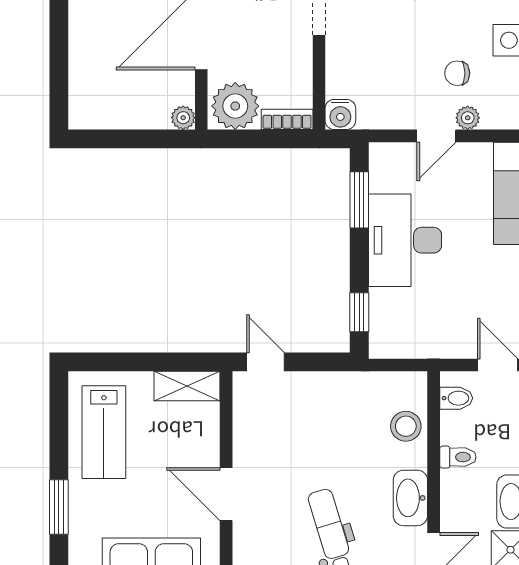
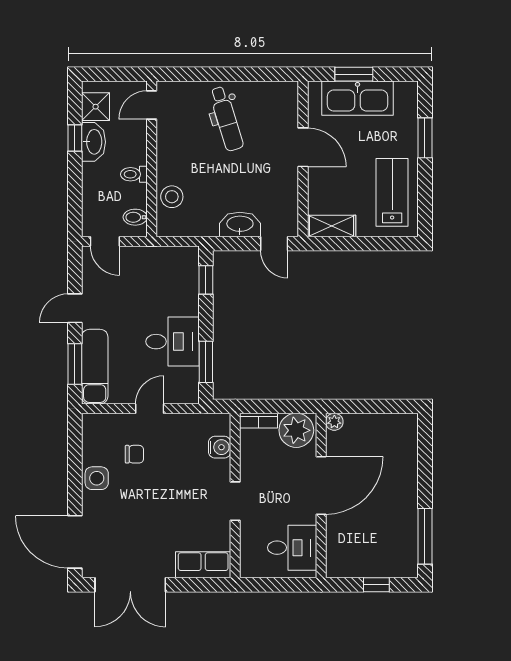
water cooler: (340, 114) -> (220, 447), moved, turned 90
plant: (468, 118) -> (127, 422), removed
desk: (405, 240) -> (172, 342), width x0.73
washbasin: (410, 498) -> (240, 224), moved, turned -90

